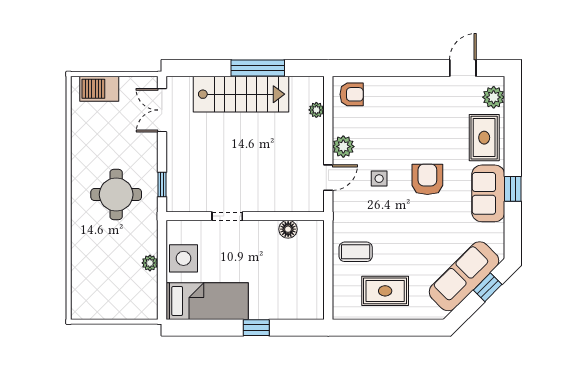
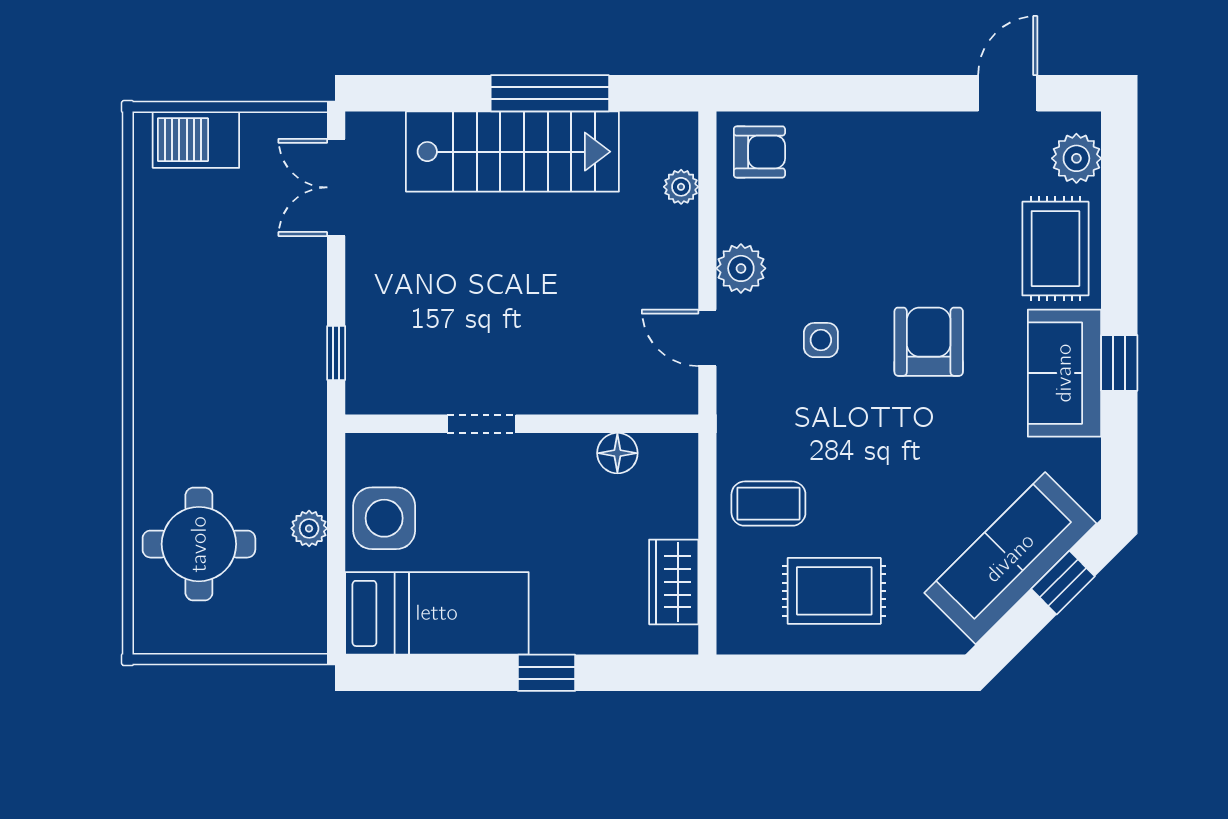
door: (328, 178) -> (707, 338), swing flipped
round table: (116, 195) -> (199, 544), moved
wardrobe: (313, 287) -> (674, 582), added

